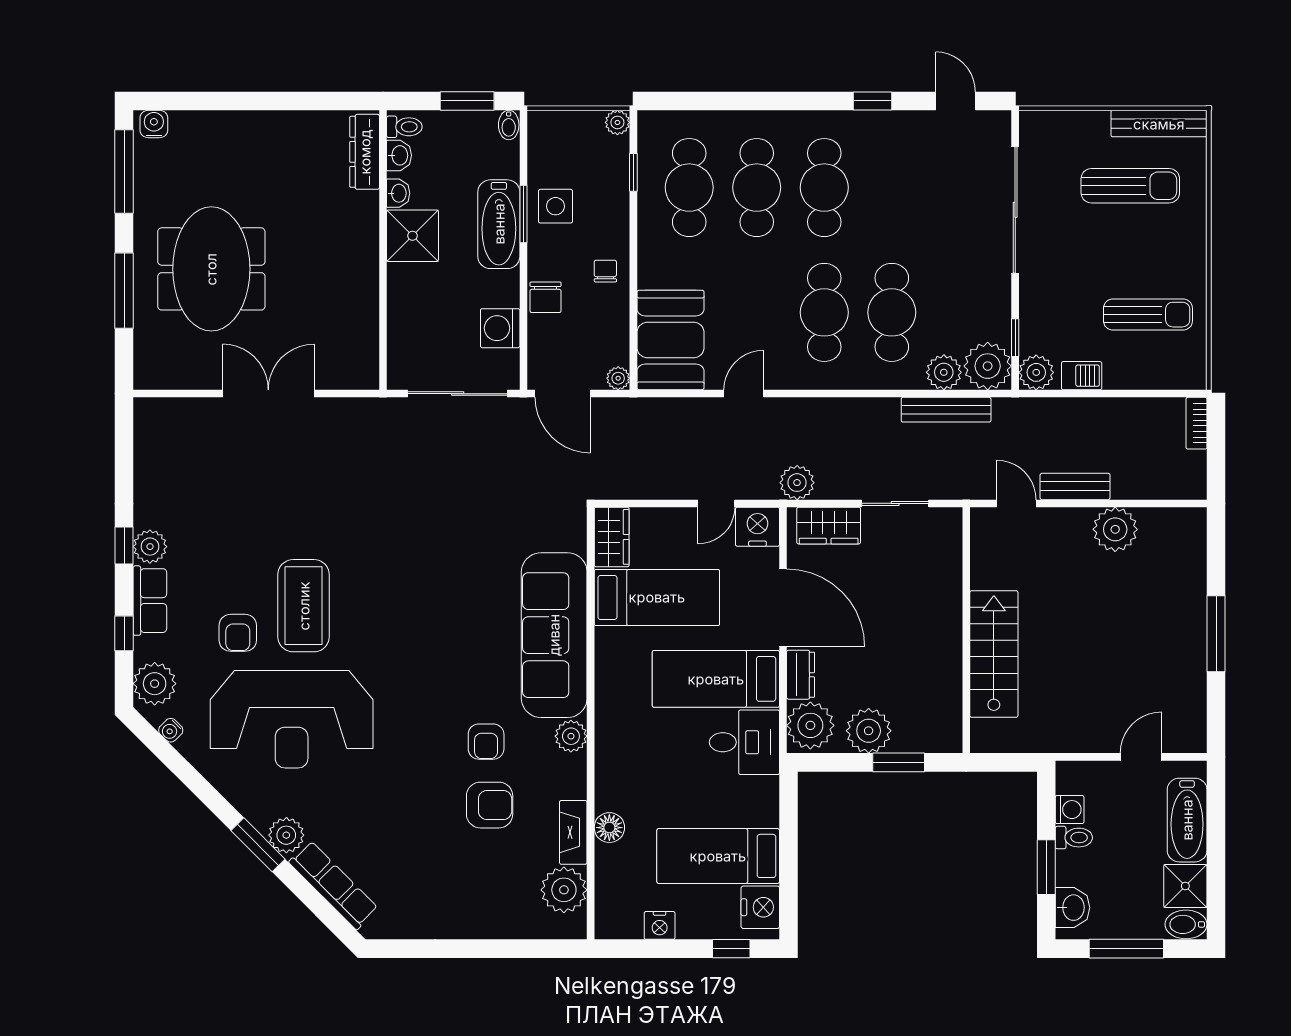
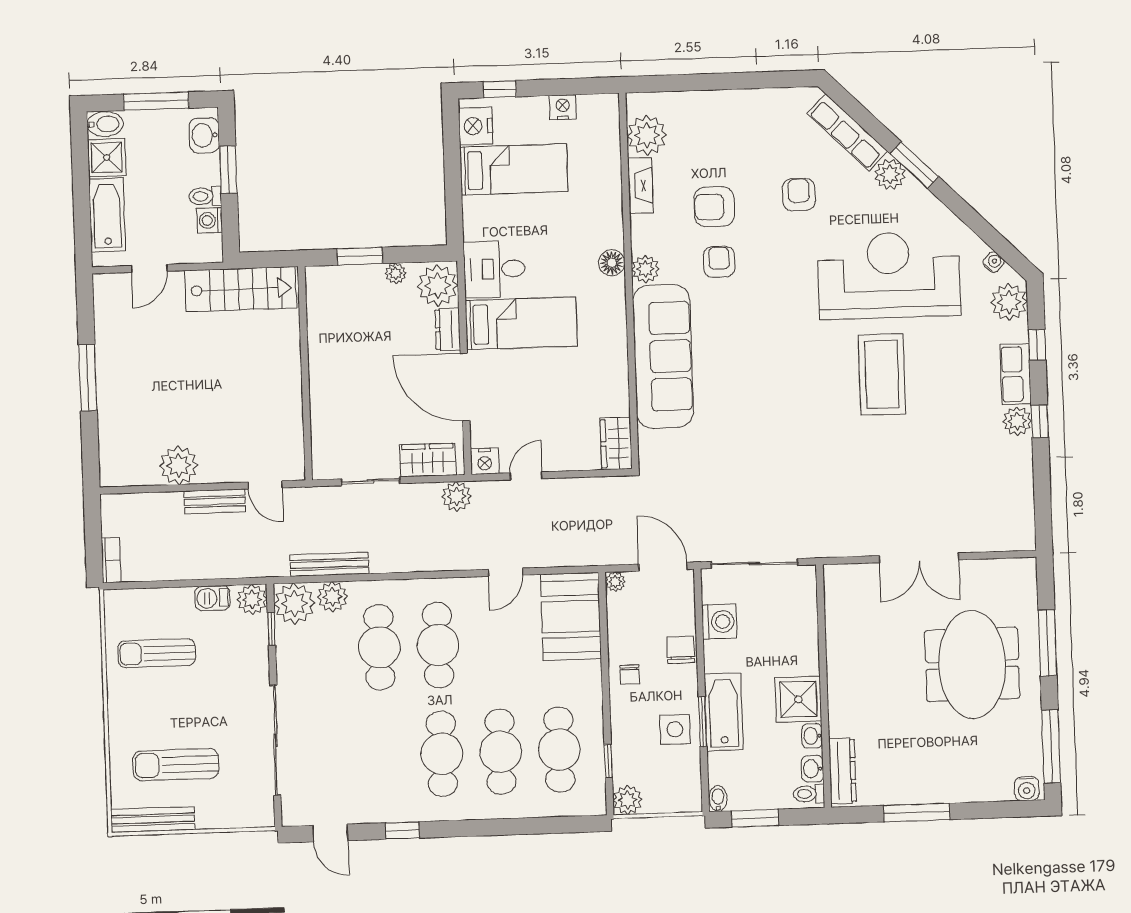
window: (281, 101) -> (917, 813), added
plant: (617, 122) -> (628, 800), width x1.38, depth x1.38
nightstand: (757, 527) -> (485, 461), width x0.74, depth x0.75
bed: (657, 597) -> (575, 392), removed
armchair: (238, 633) -> (799, 195), moved
stairs: (994, 654) -> (241, 289), moved, turned -90
plant: (869, 731) -> (396, 273), width x0.53, depth x0.53
floor lamp: (609, 828) -> (612, 263), moved

